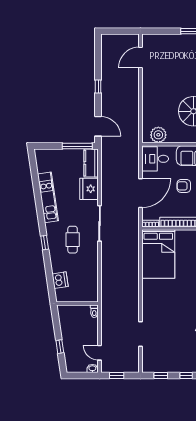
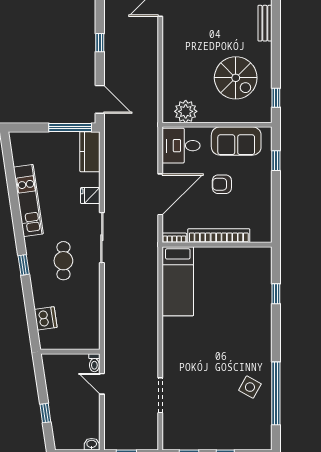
fridge: (89, 189) -> (90, 196), width x0.53, depth x0.75
bed: (158, 254) -> (178, 281), width x0.67
door: (100, 353) -> (102, 384), moved

